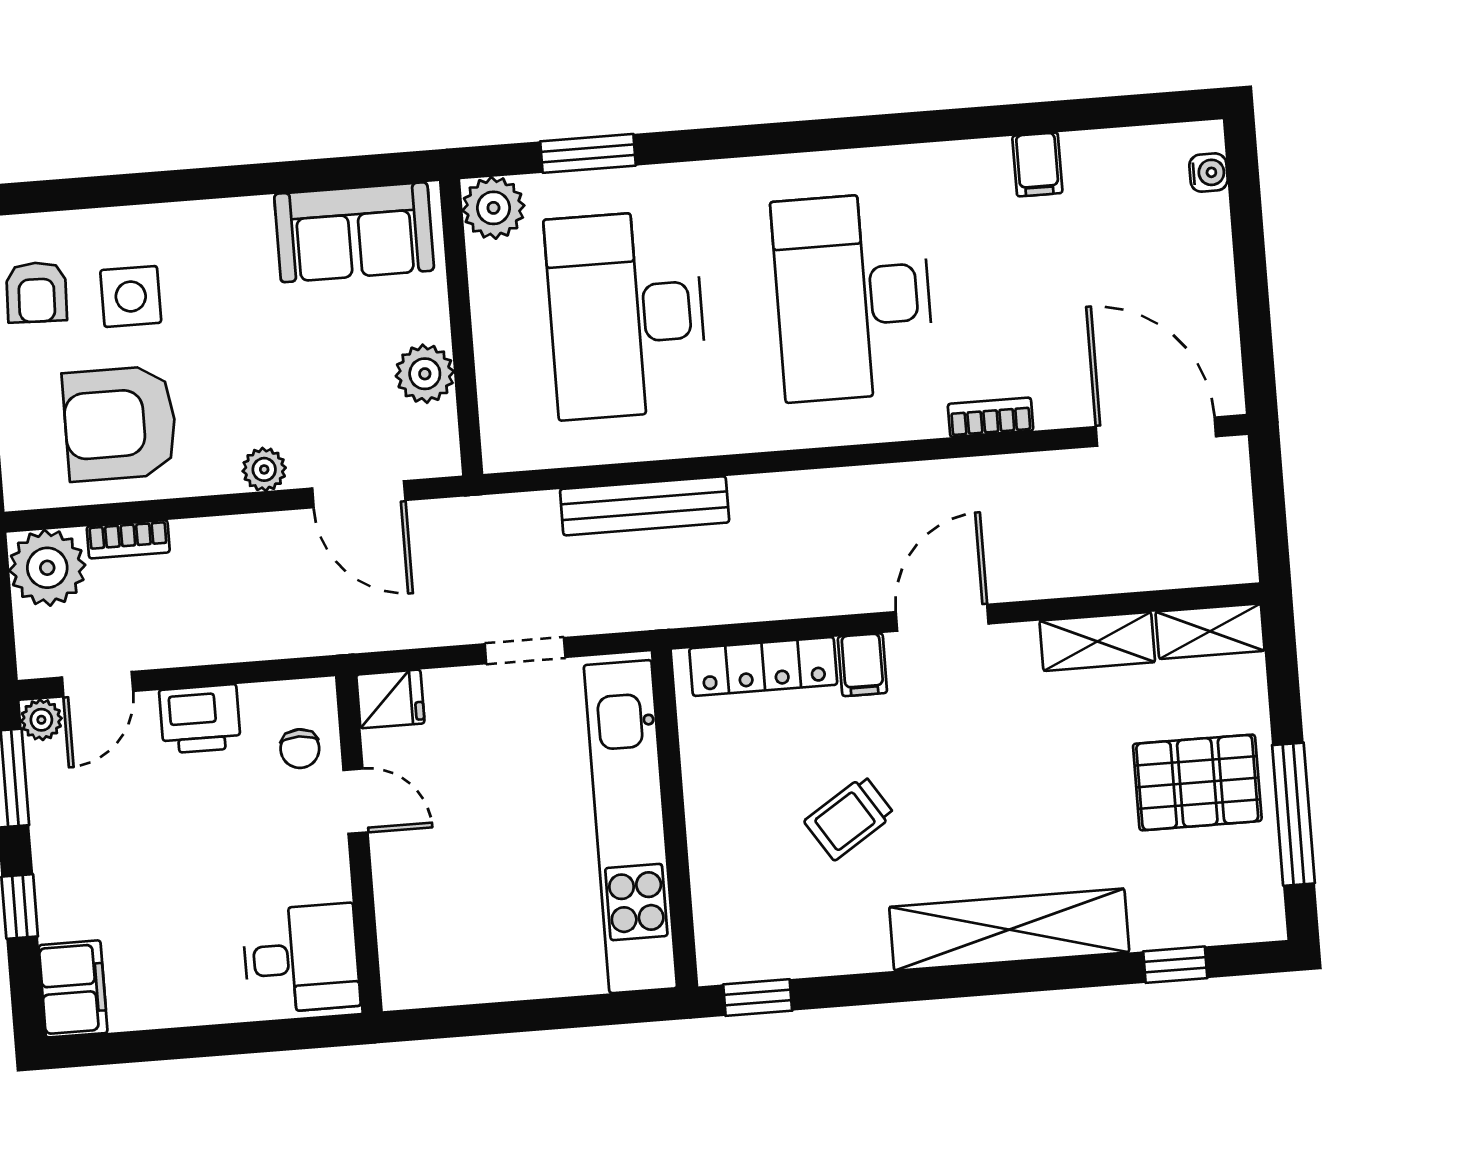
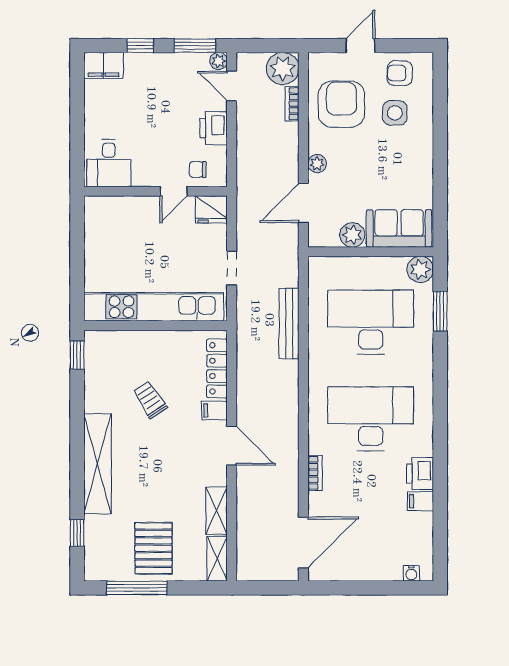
printer: (973, 170) -> (420, 474), added
sofa: (354, 232) -> (399, 228), moved, turned 90
fridge: (390, 699) -> (211, 209), width x1.38

